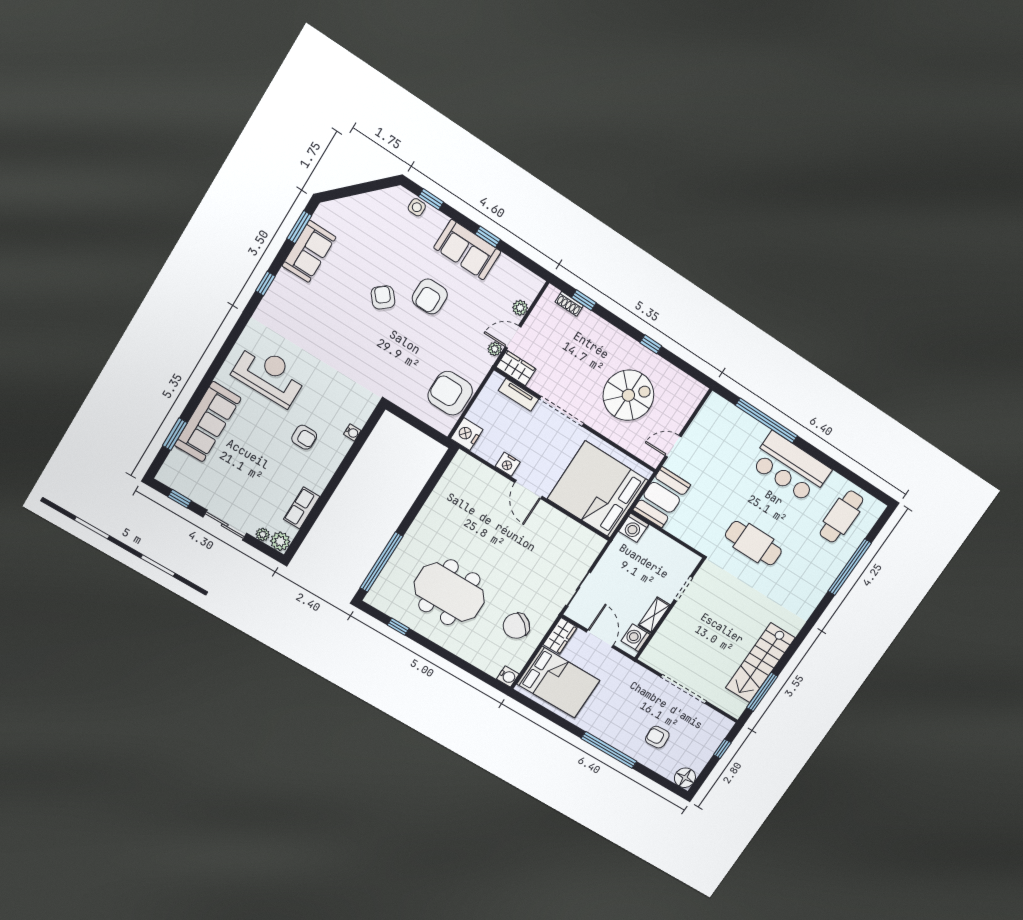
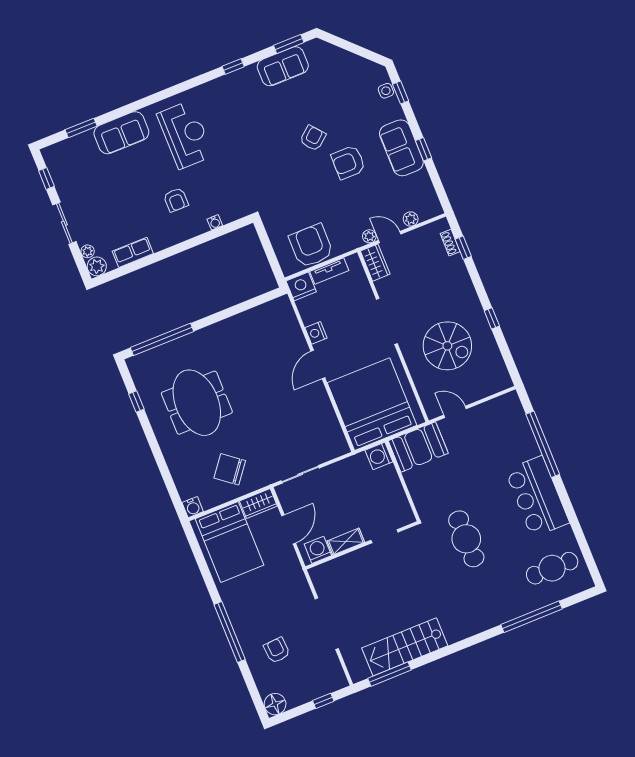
tv unit: (518, 395) -> (329, 271), moved, turned -90
sofa: (208, 422) -> (121, 133), width x0.73

